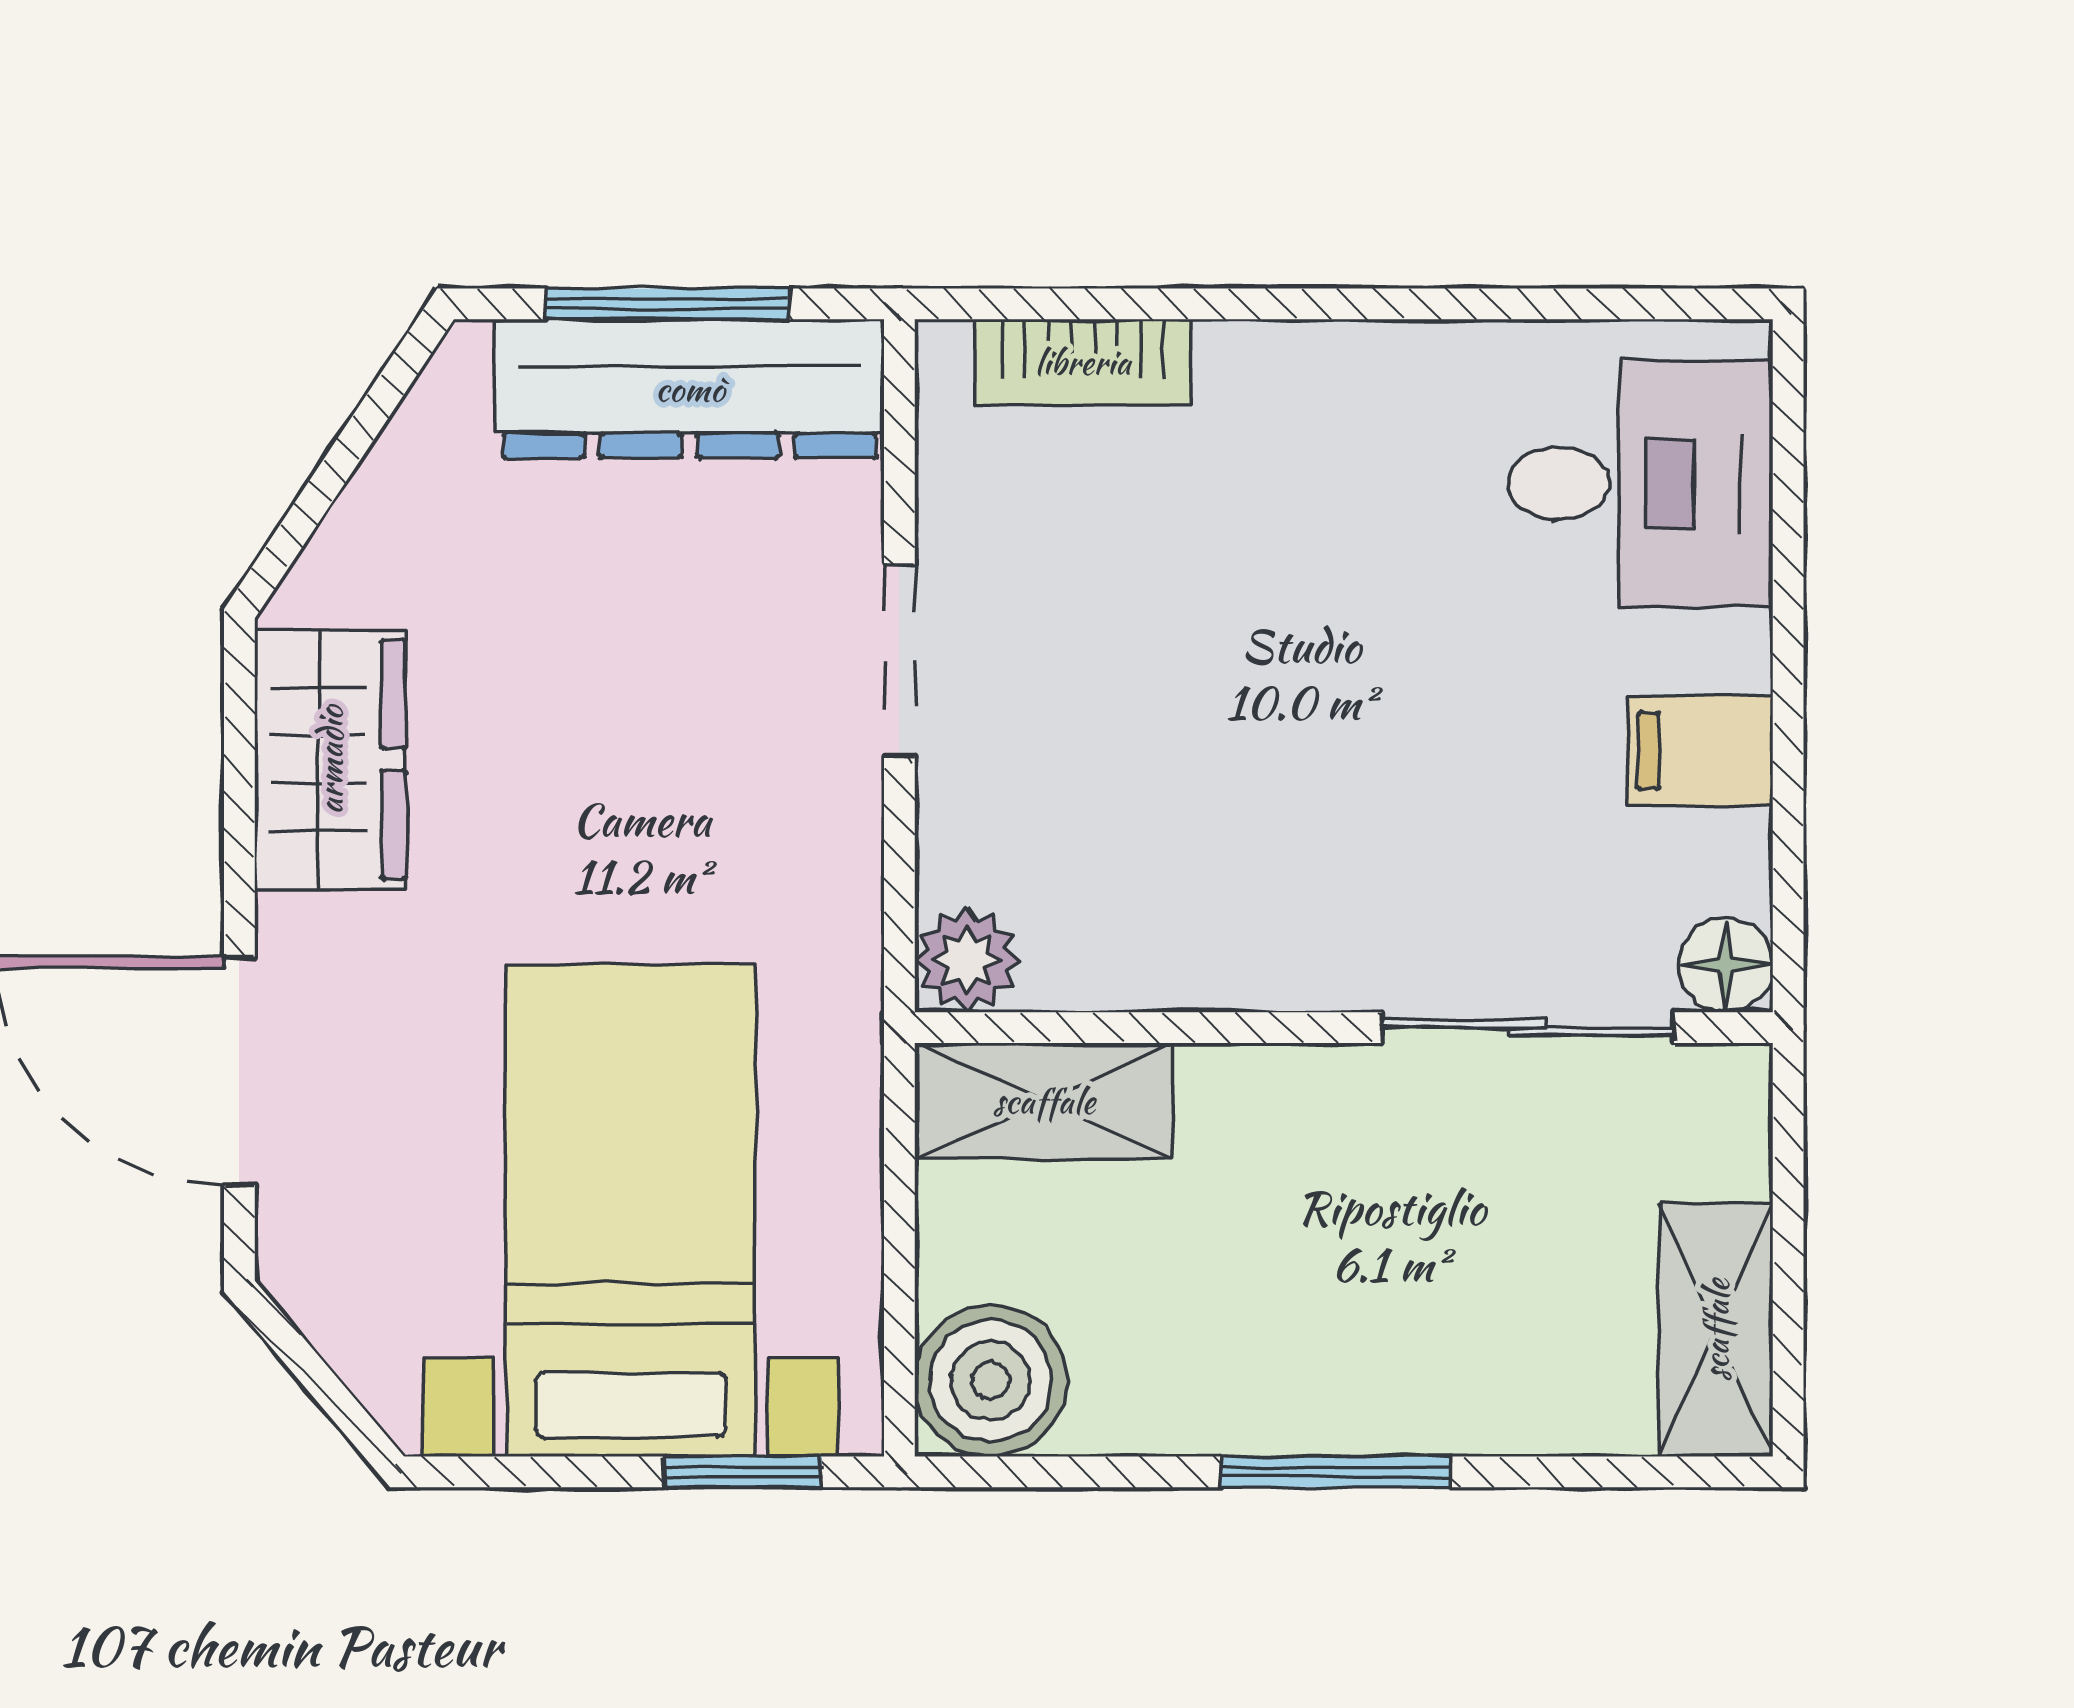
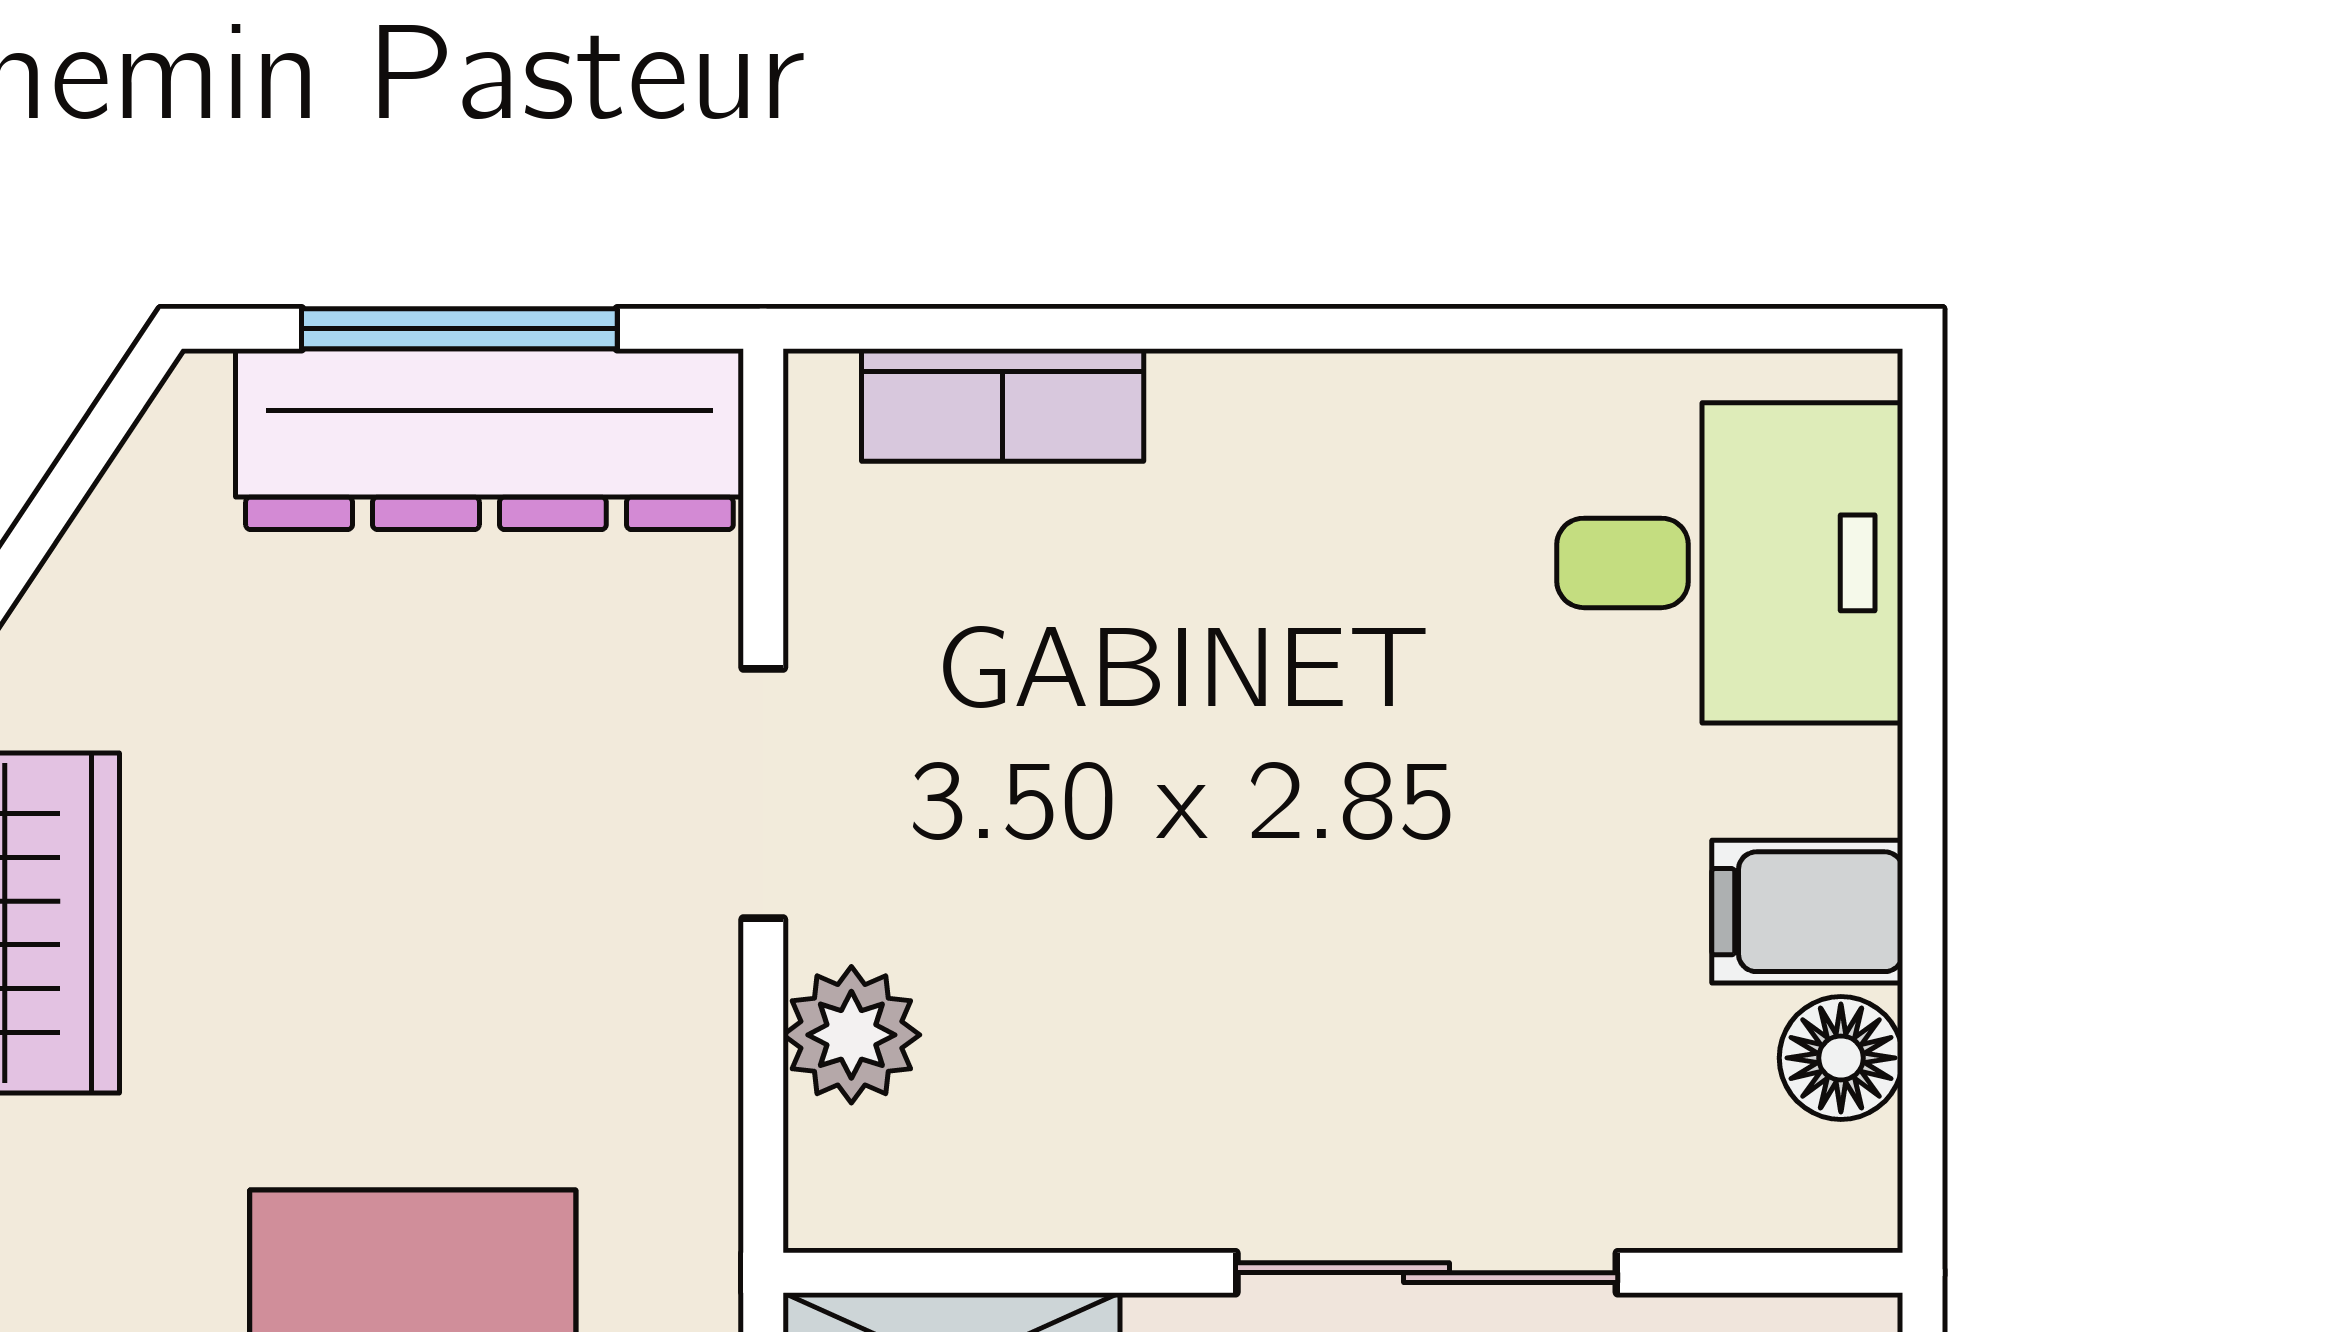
plant: (967, 960) -> (851, 1035), moved
floor lamp: (1726, 965) -> (1841, 1058), moved
sliding door: (1528, 1028) -> (1427, 1273), moved

